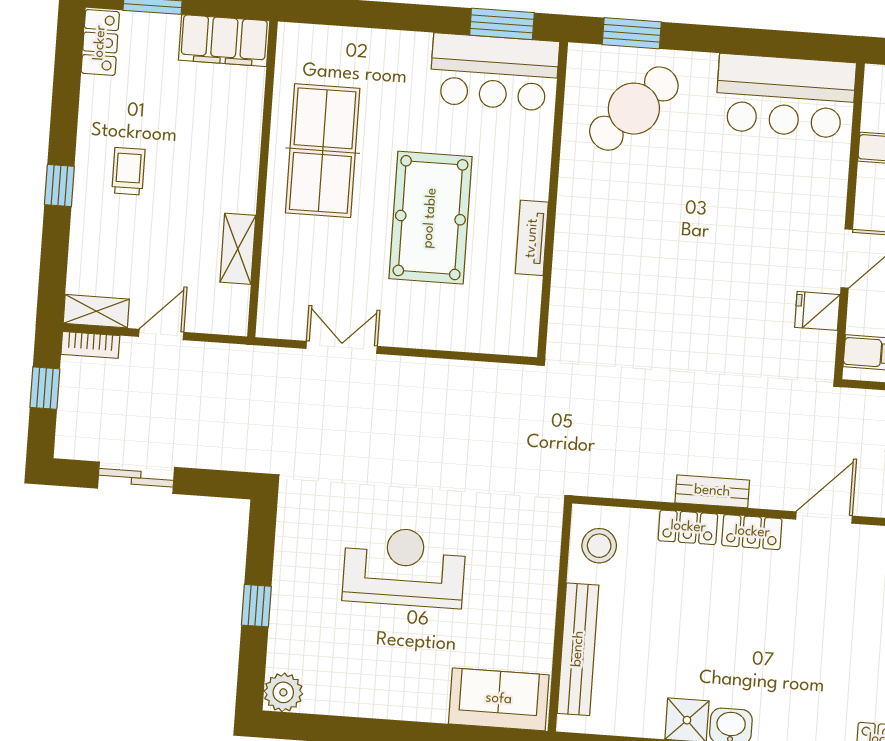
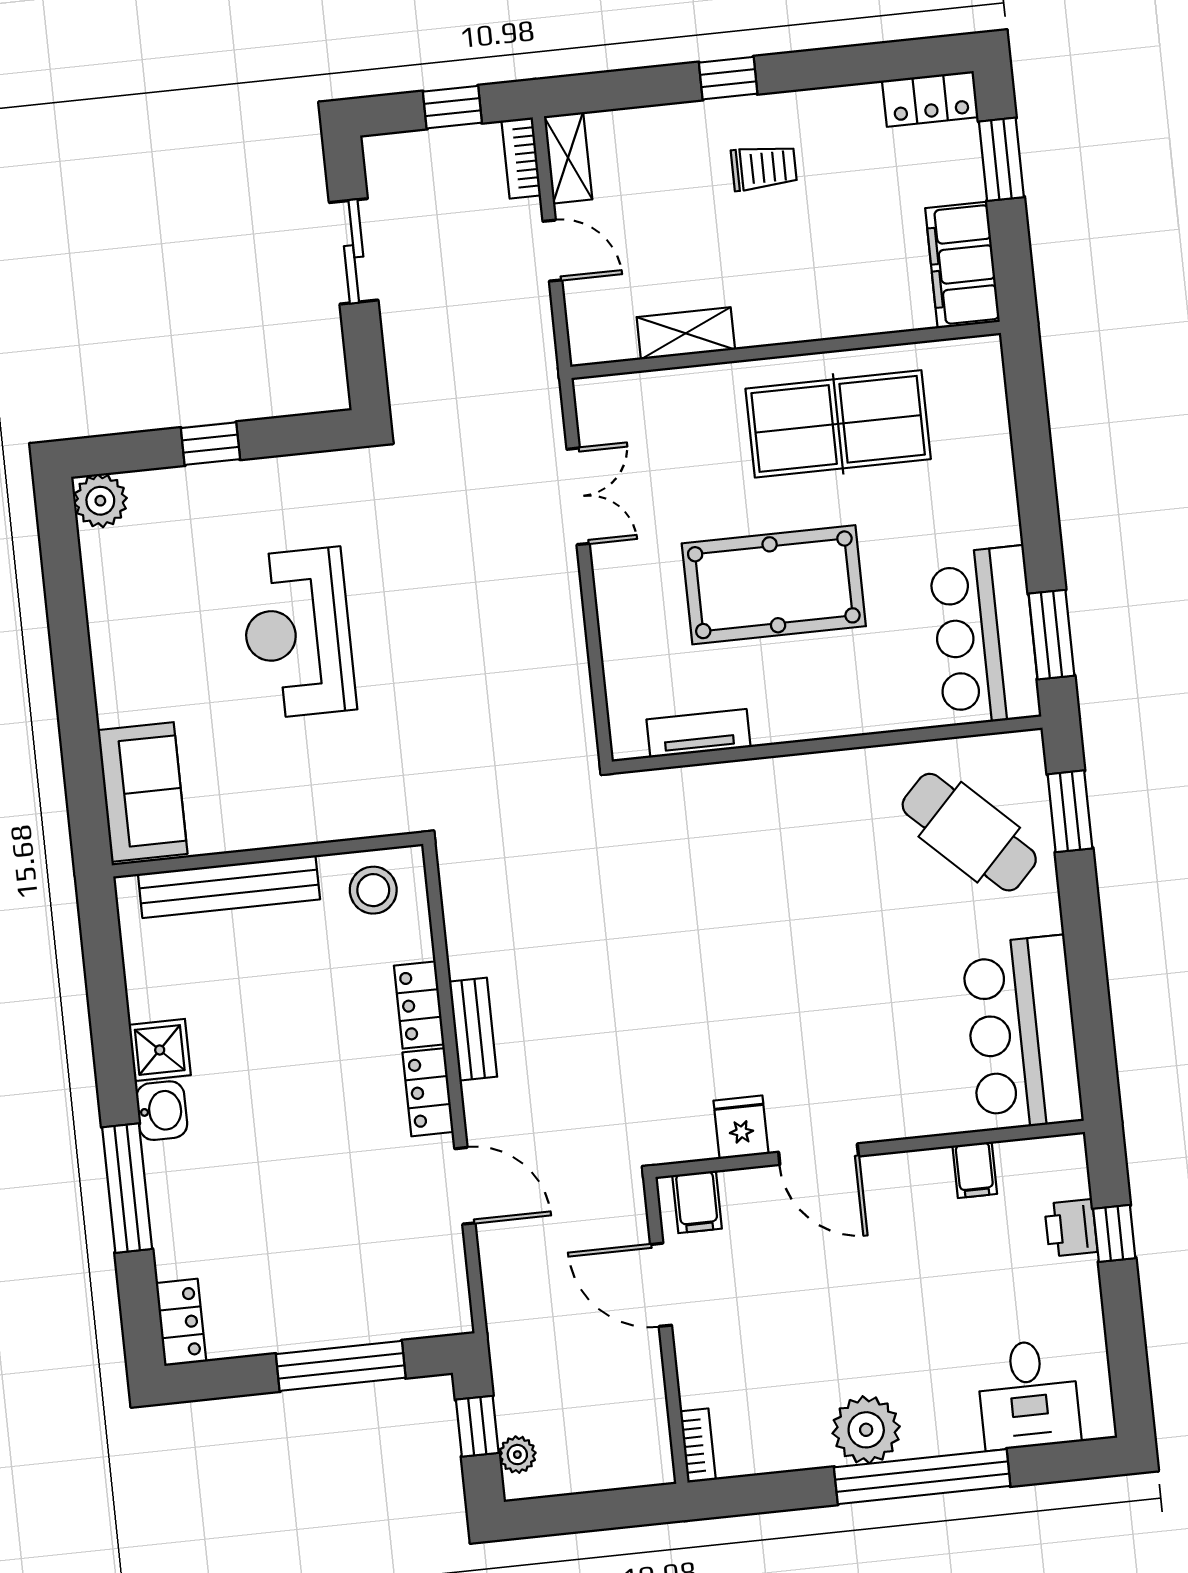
tv unit: (532, 238) -> (698, 733), moved
reception desk: (404, 567) -> (298, 633), turned 180

